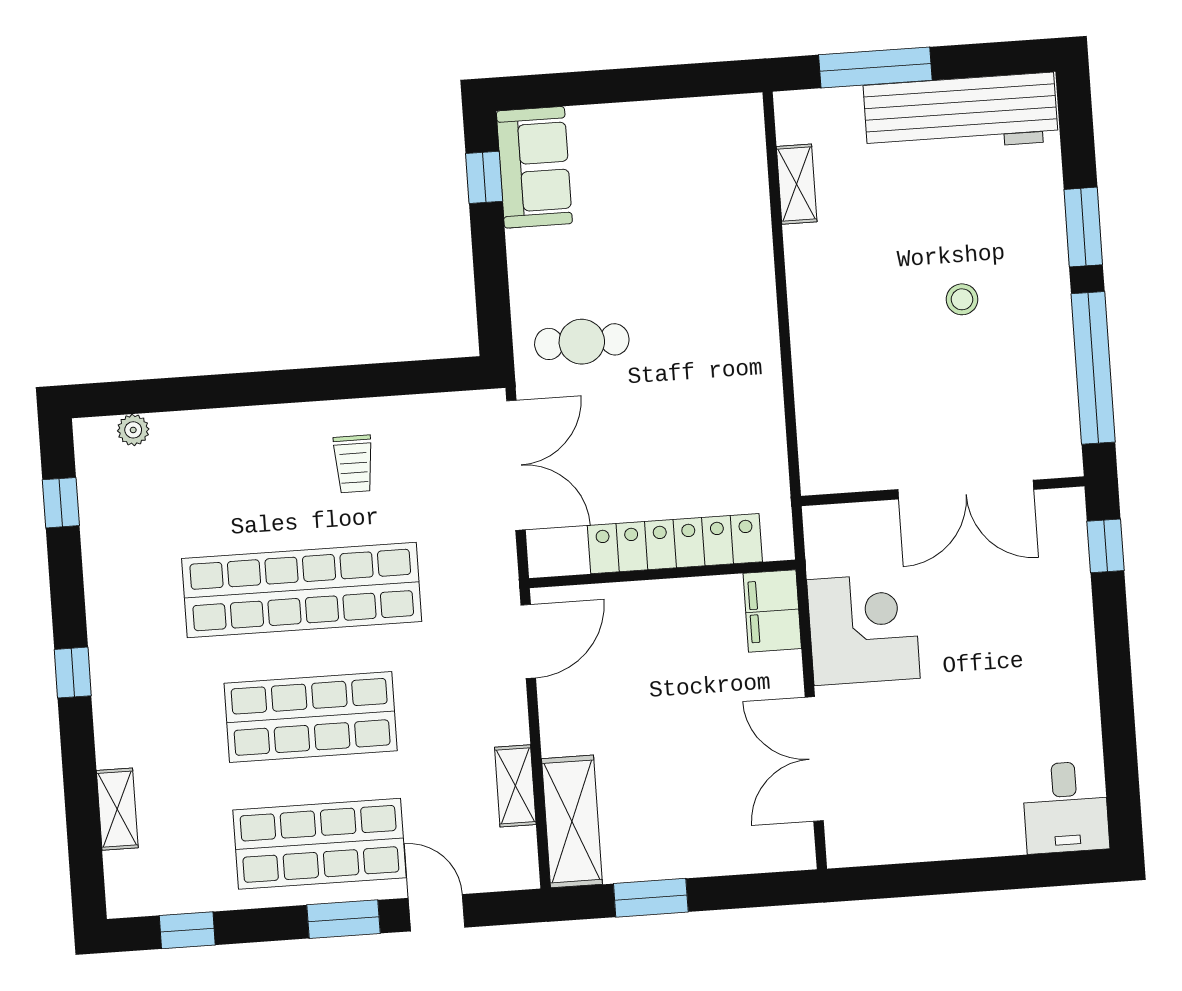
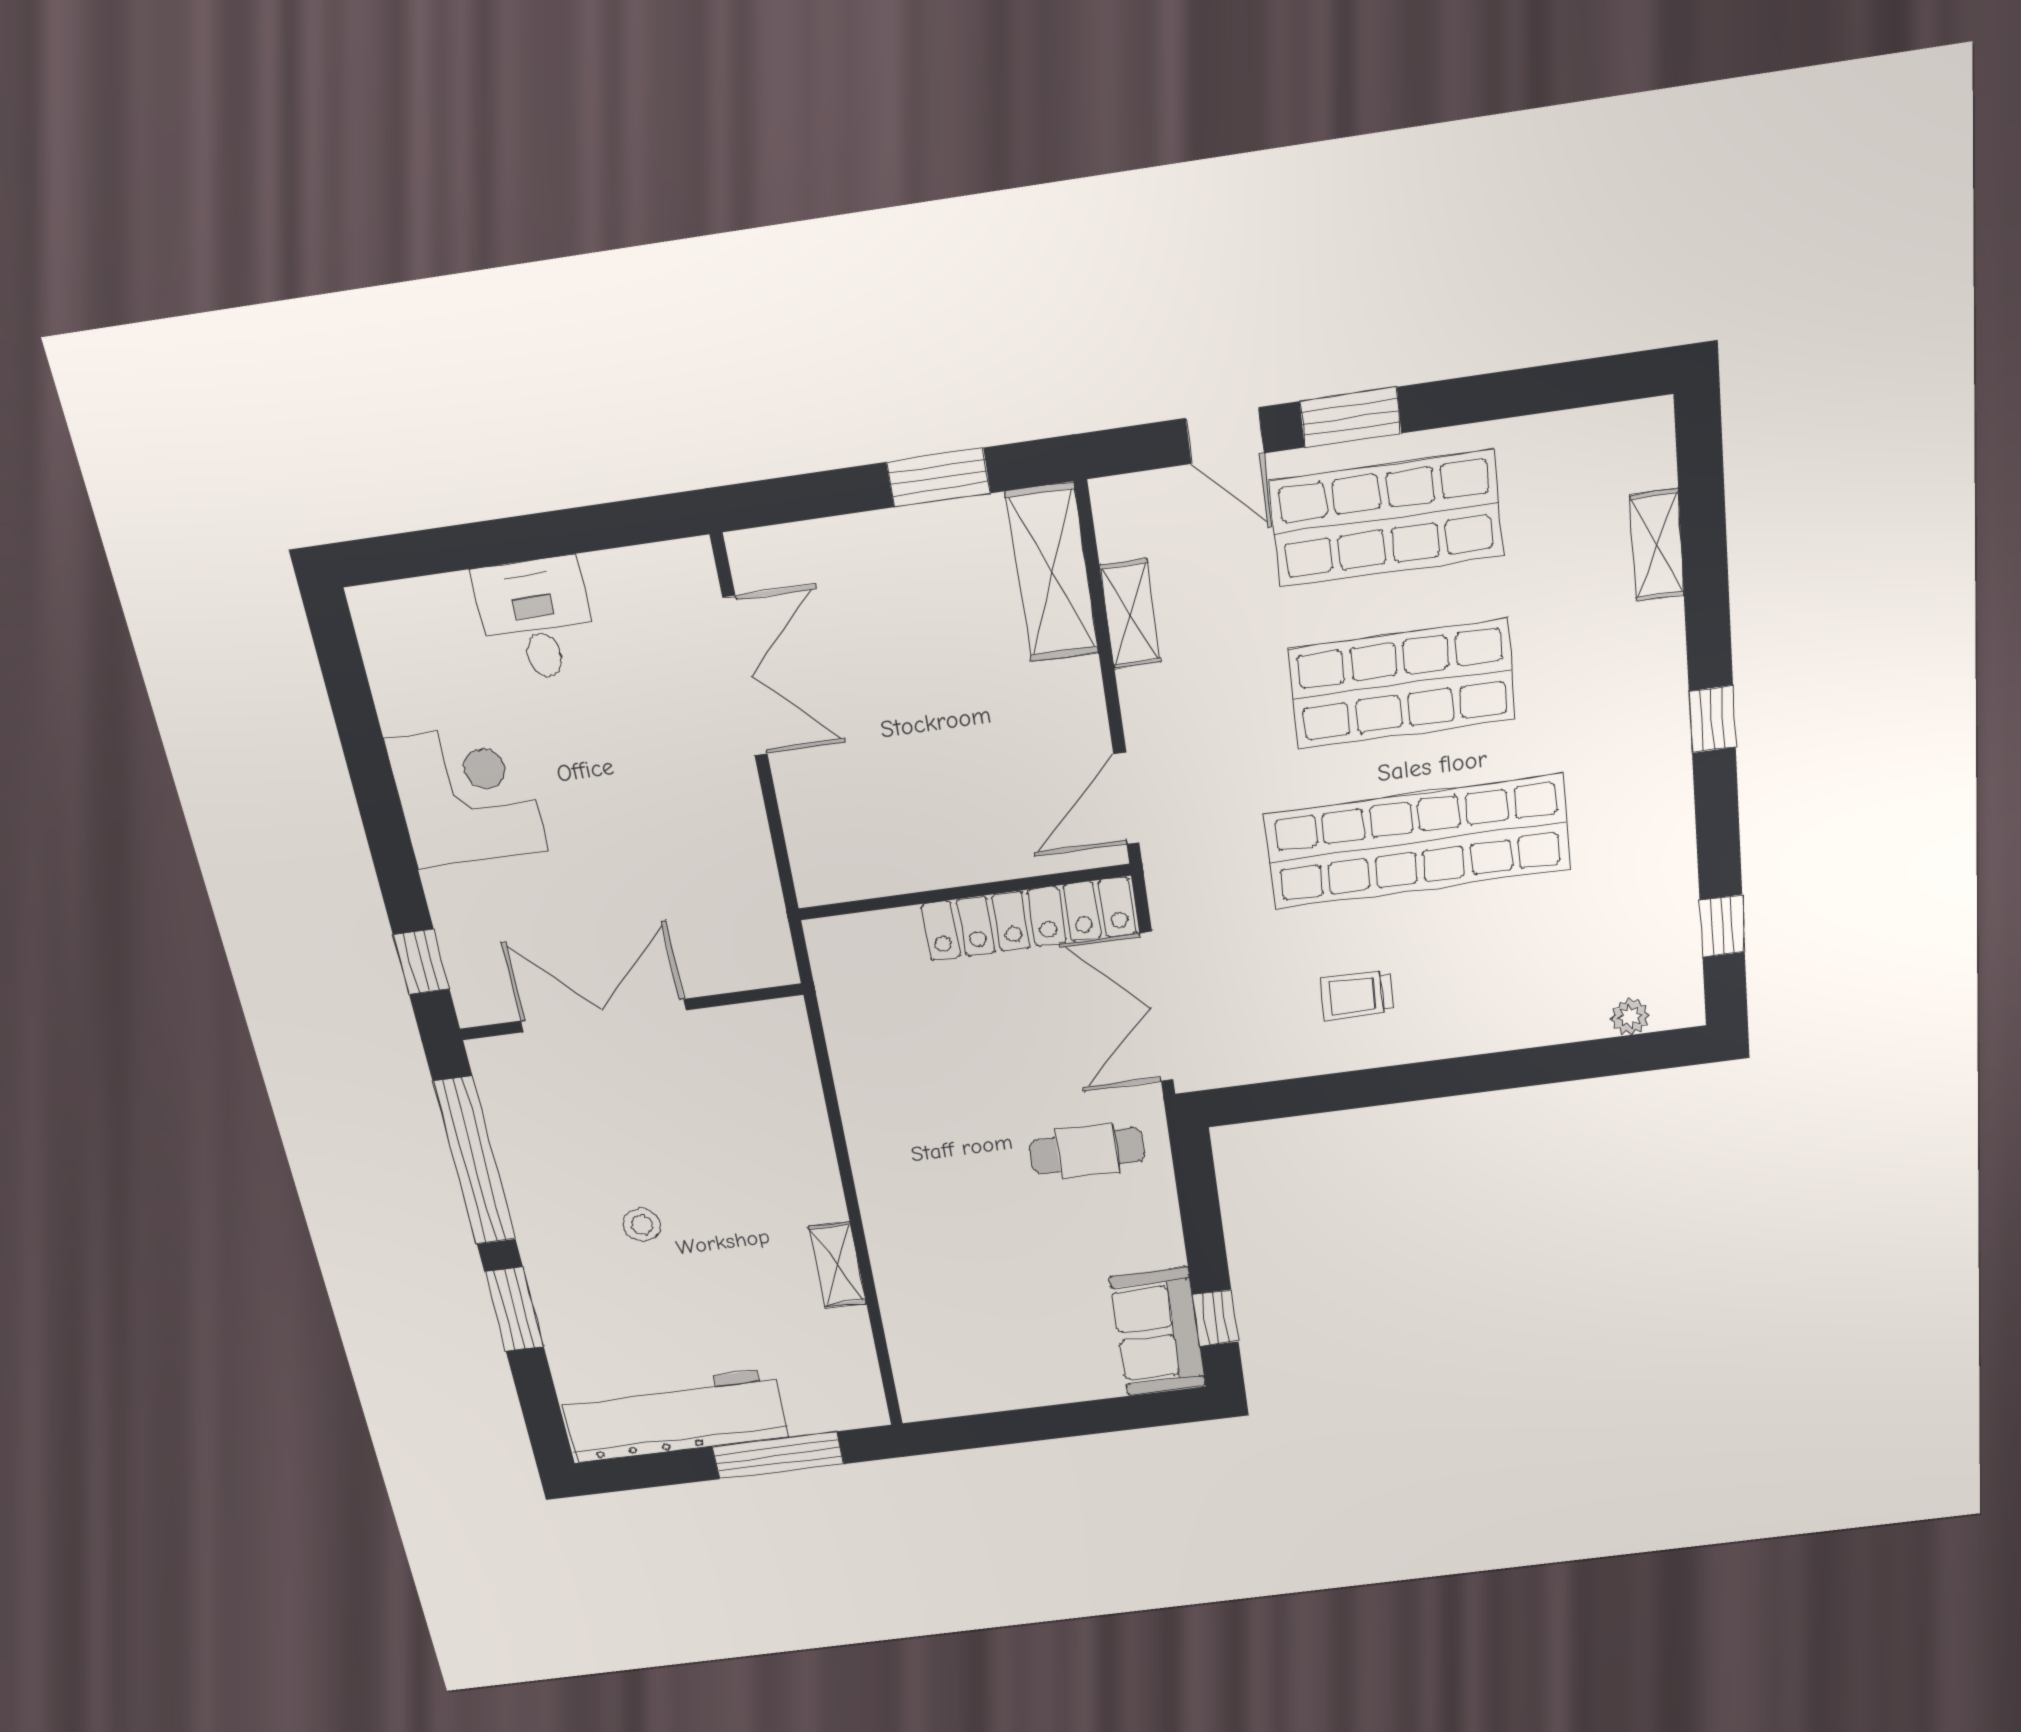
shelving: (797, 184) -> (838, 1265), moved
trolley: (354, 464) -> (1357, 996), turned -90
locker: (675, 544) -> (1029, 919), moved
filing cabinet: (772, 611) -> (822, 857), removed
corner desk: (863, 629) -> (467, 796), moved, turned 180
desk: (1066, 807) -> (536, 620), moved
window: (187, 930) -> (1563, 386), removed

